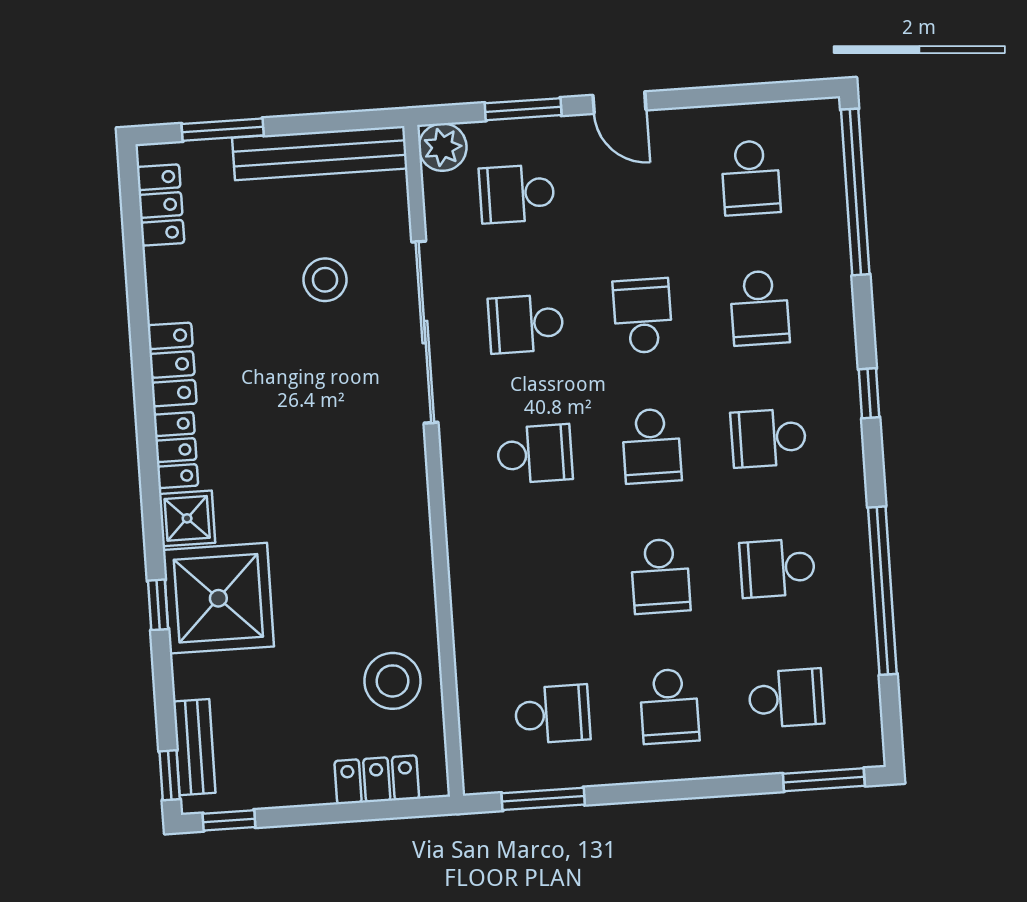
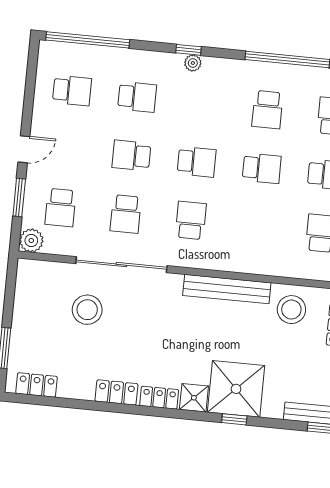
bench: (320, 153) -> (227, 289), moved, turned 90
stool: (325, 280) -> (87, 310), width x1.38, depth x1.38
plant: (844, 406) -> (193, 63), added
school desk: (768, 438) -> (202, 103), removed

